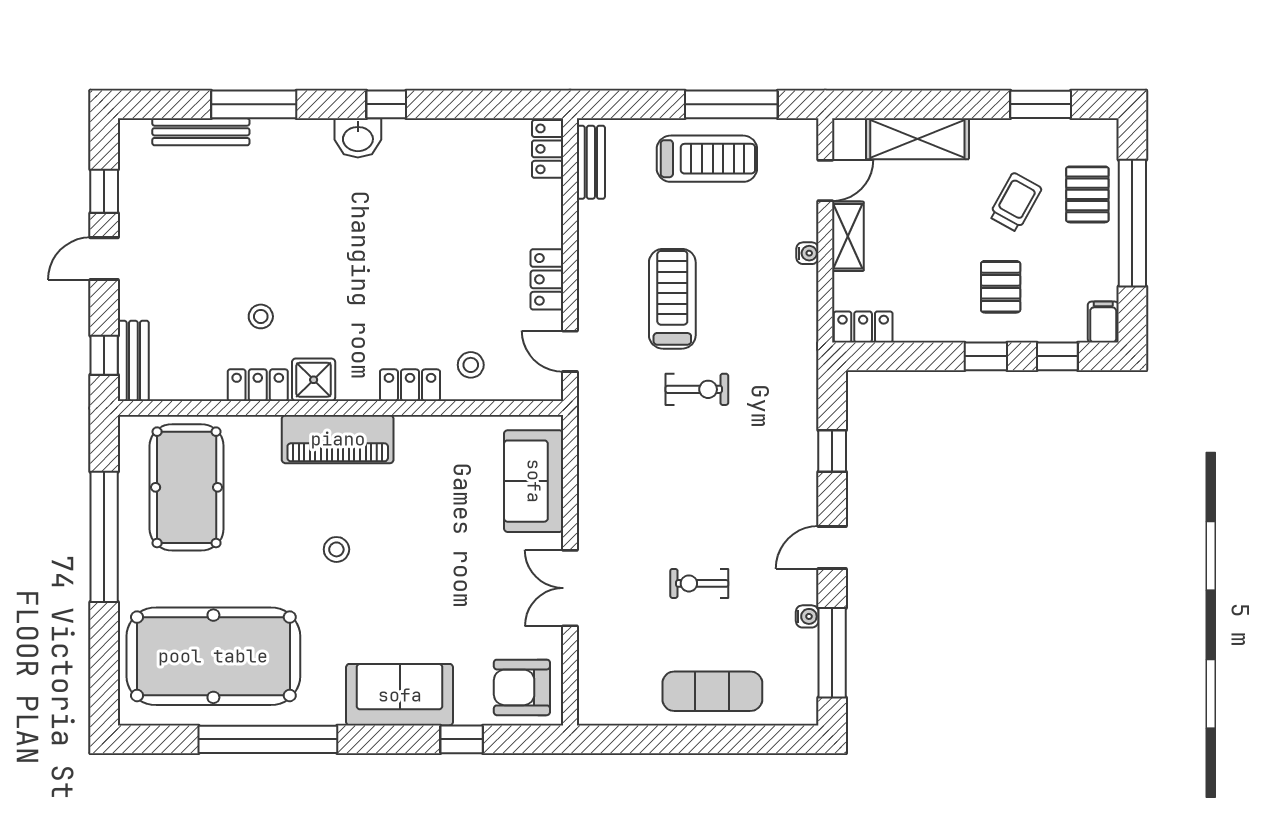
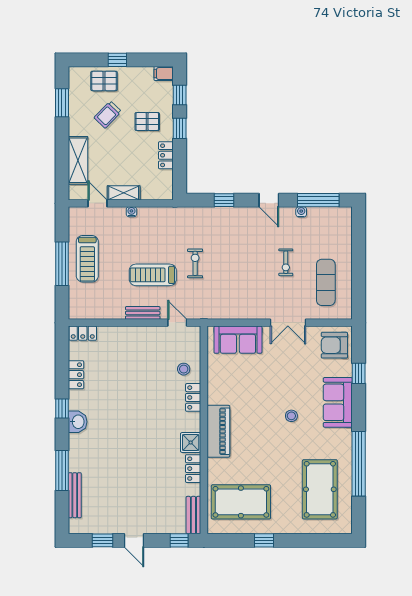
window: (731, 104) -> (62, 264), moved
treadmill: (707, 159) -> (87, 259), turned 180
bench: (591, 162) -> (143, 313), moved
trolley: (1015, 202) -> (108, 115), turned -75
window: (1132, 223) -> (117, 60), width x0.32
locker: (547, 279) -> (76, 375), moved, turned -90
stool: (261, 316) -> (161, 467), removed
locker: (863, 327) -> (166, 155), moved
door: (570, 351) -> (177, 323), swing flipped
bench: (133, 361) -> (193, 515), moved, turned 90
window: (104, 537) -> (264, 540), width x0.32
stool: (336, 549) -> (291, 416), moved
pool table: (213, 656) -> (320, 489), width x0.73, depth x0.76
armchair: (522, 687) -> (334, 345), turned 90
exercise mat: (712, 691) -> (326, 282), moved

